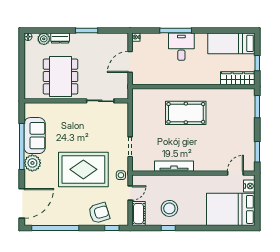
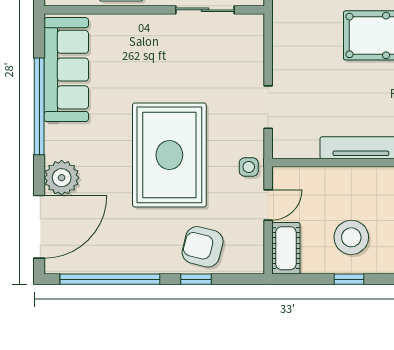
sofa: (35, 136) -> (66, 70), width x1.36
plant: (32, 163) -> (62, 178), moved
rug: (83, 169) -> (169, 155), turned 90
armchair: (99, 213) -> (203, 247), turned -149
window: (112, 228) -> (196, 279), moved

